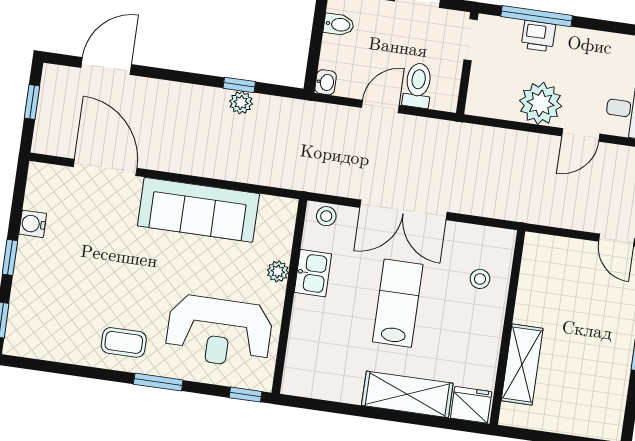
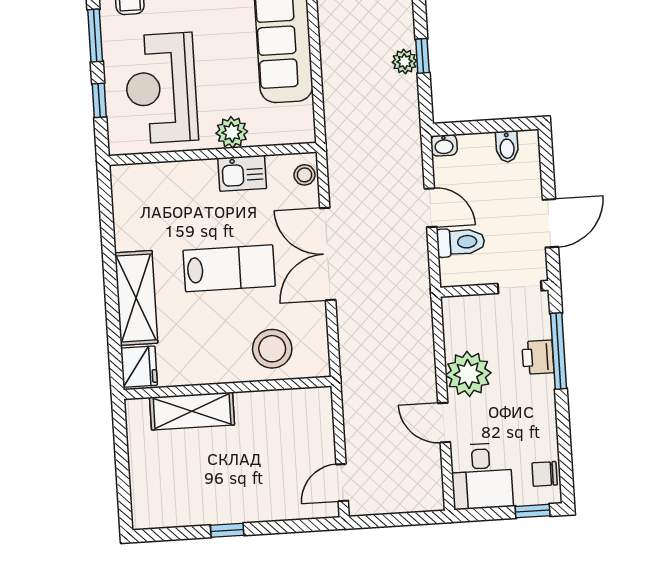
plant: (278, 271) -> (232, 132), width x1.38, depth x1.38
stool: (480, 279) -> (272, 349), width x1.89, depth x1.89
window: (246, 395) -> (99, 100), moved

